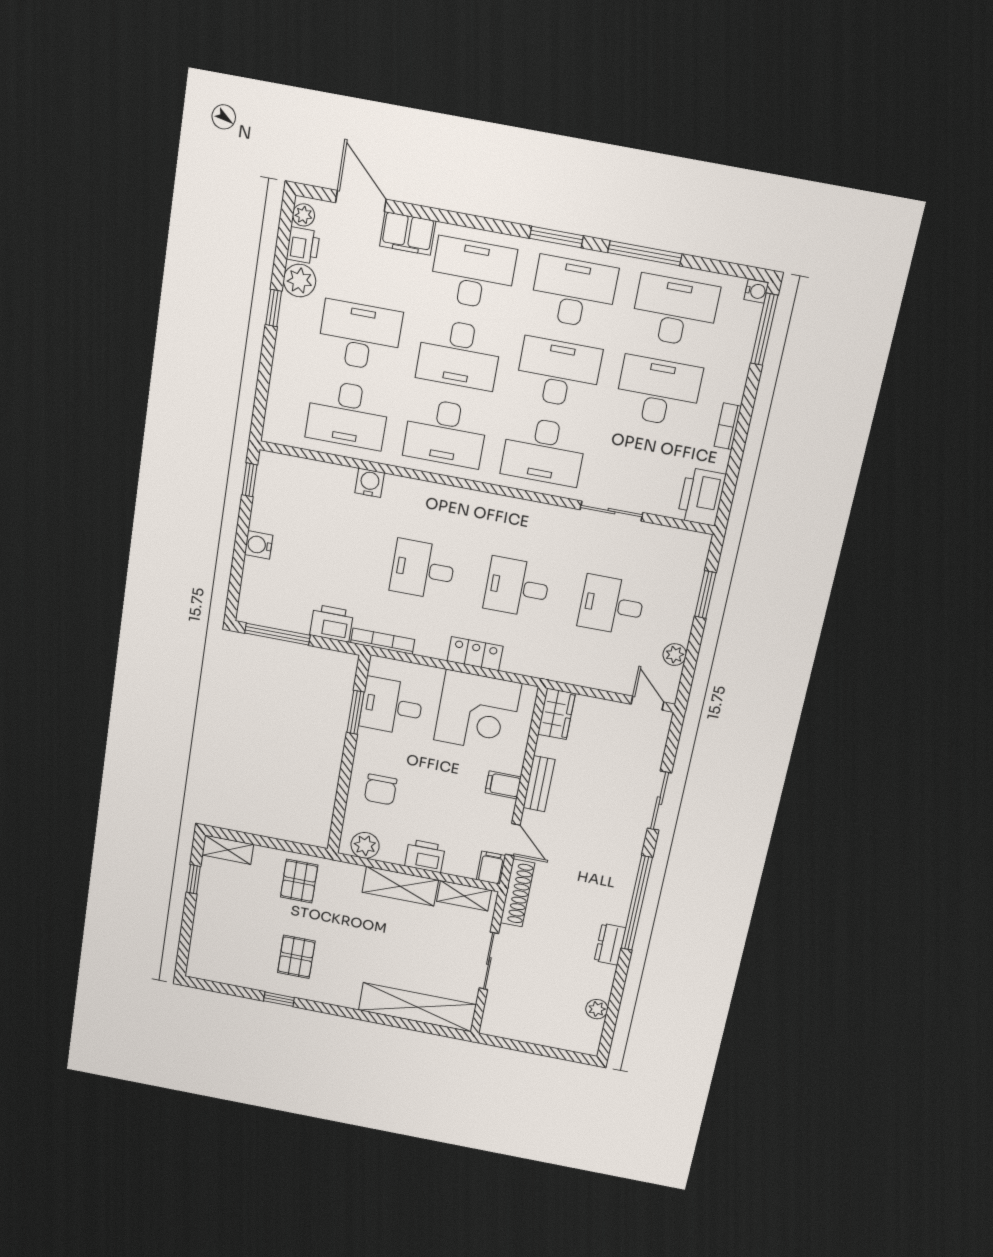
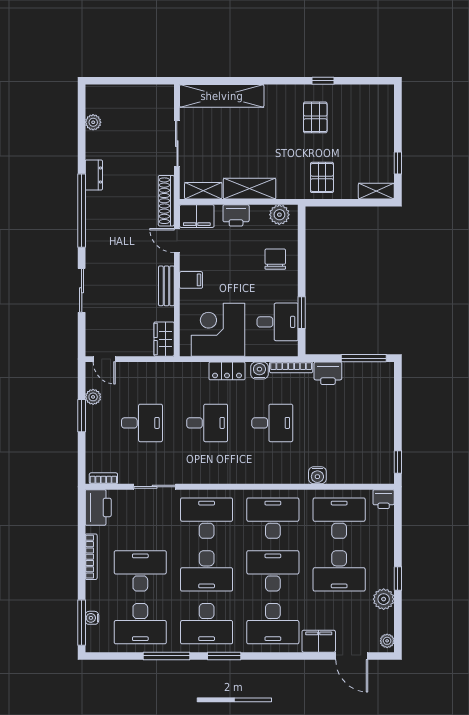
printer: (303, 245) -> (384, 499), moved, turned -90
water cooler: (756, 291) -> (92, 618), moved
desk: (658, 391) -> (140, 571), turned 180
bookcase: (728, 426) -> (91, 557), width x1.56
bookcase: (684, 537) -> (103, 478), added
water cooler: (259, 545) -> (259, 370), moved, turned -90
window: (705, 595) -> (82, 416), moved
filing cabinet: (491, 868) -> (197, 216), width x2.00

